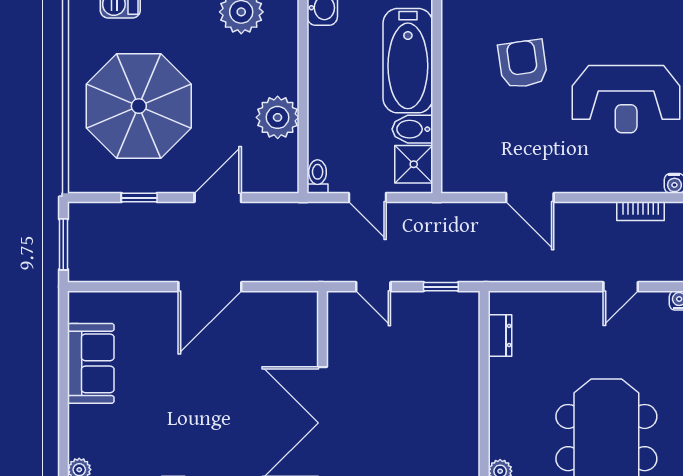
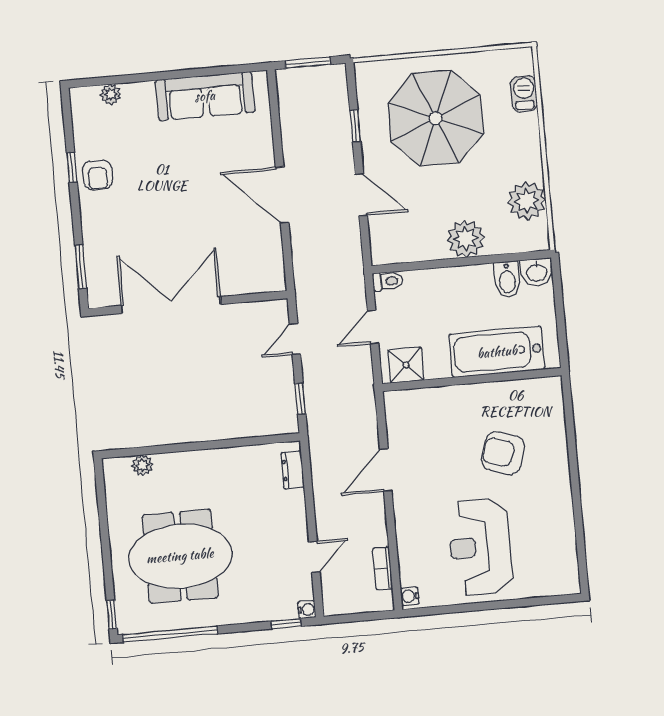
armchair: (523, 64) -> (503, 453), turned -153
plant: (278, 117) -> (466, 239), moved
bidet: (412, 129) -> (507, 279), moved, turned 180
door: (621, 287) -> (314, 557), swing flipped
dresser: (500, 335) -> (293, 470), moved, turned 90
sofa: (91, 363) -> (205, 96), width x1.36

